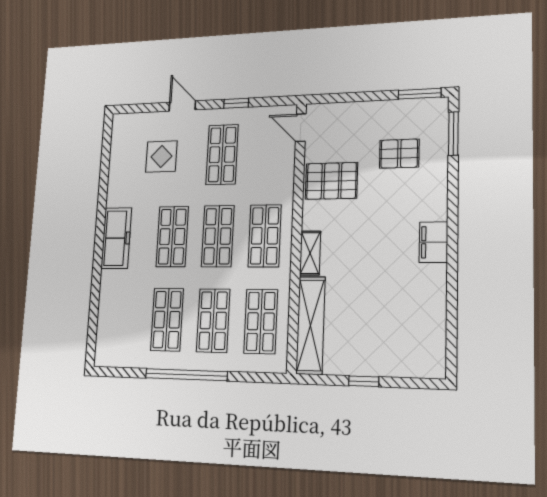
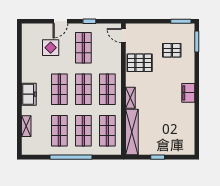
door: (182, 106) -> (60, 21), swing flipped
freezer: (116, 238) -> (29, 94), width x0.71
shelving: (106, 309) -> (26, 126), added

